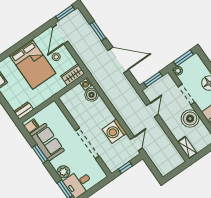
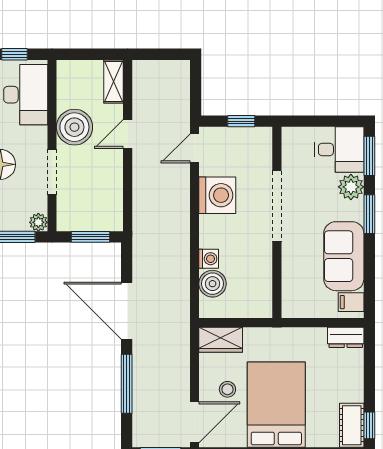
window: (98, 31) -> (127, 384), width x1.44
washing machine: (86, 84) -> (209, 259), moved
door: (152, 110) -> (128, 134), moved
window: (40, 154) -> (369, 214), moved

